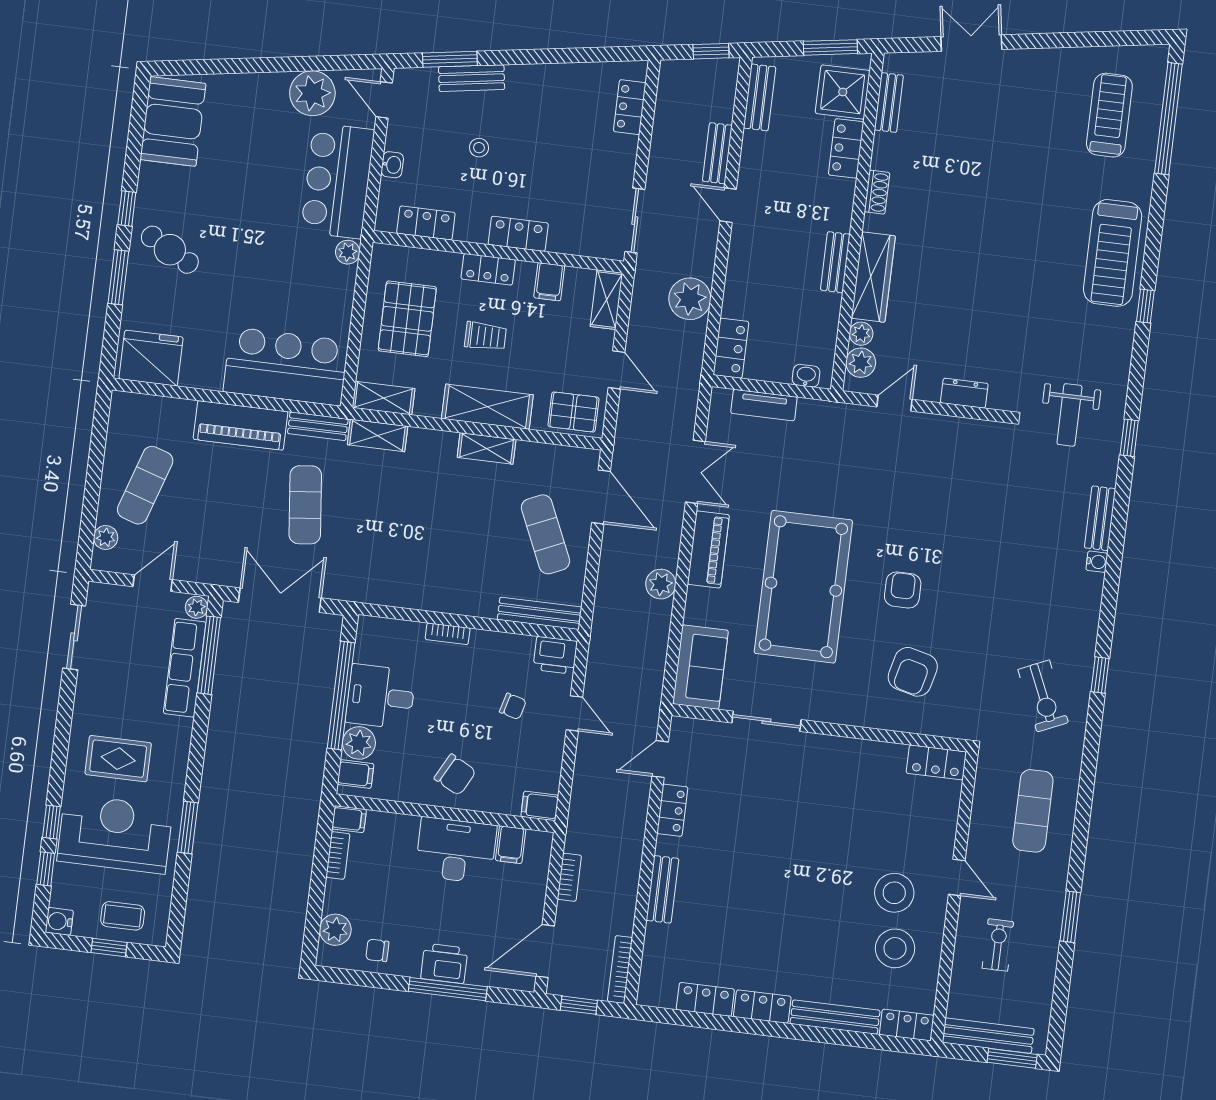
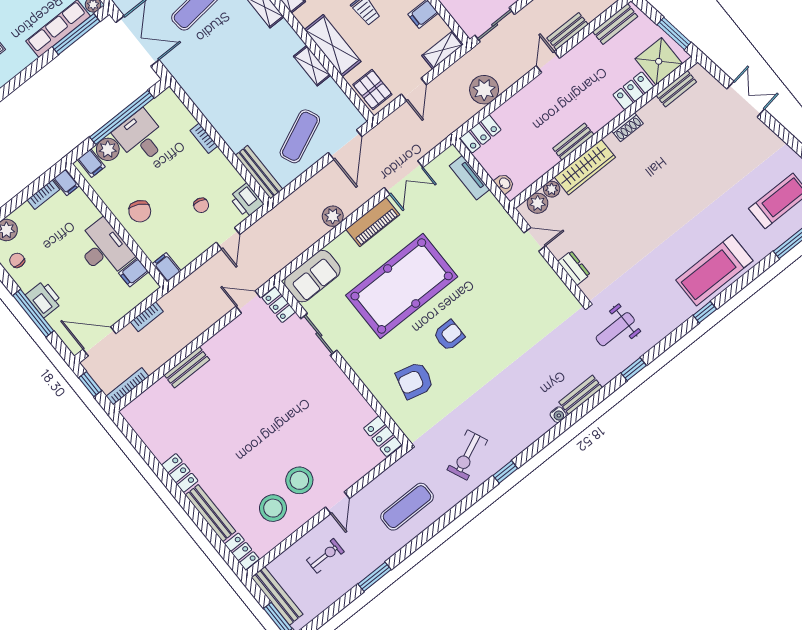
locker: (672, 810) -> (279, 305), moved, turned 90
locker: (705, 999) -> (155, 442), removed

